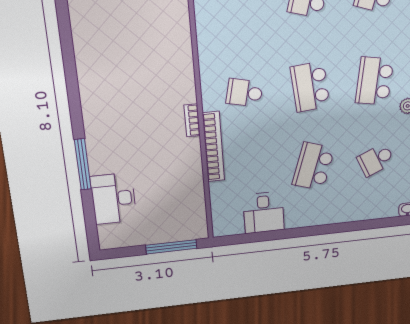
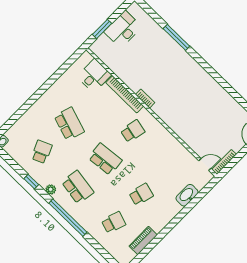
desk: (114, 199) -> (123, 29), moved, turned -90
desk: (264, 213) -> (94, 76), moved, turned 90
window: (171, 247) -> (102, 29), width x0.69

